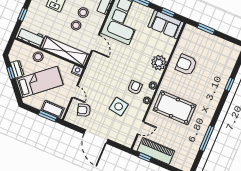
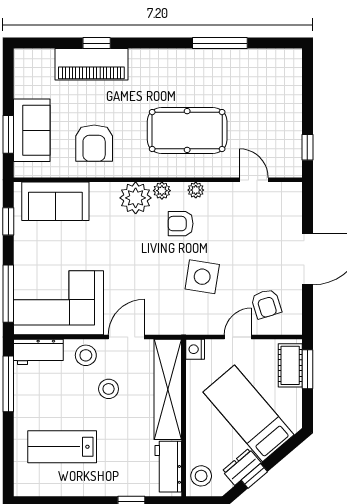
stool: (83, 13) -> (86, 355), moved
sofa: (166, 25) -> (55, 201), moved, turned 90
sofa: (203, 40) -> (32, 130), added
stool: (38, 57) -> (201, 476), moved
plant: (159, 63) -> (136, 198), moved
side table: (119, 107) -> (202, 277), moved
pool table: (174, 108) -> (187, 131), turned 90
piano: (156, 151) -> (91, 64), moved, turned -90

